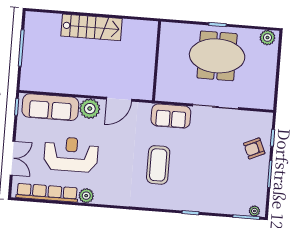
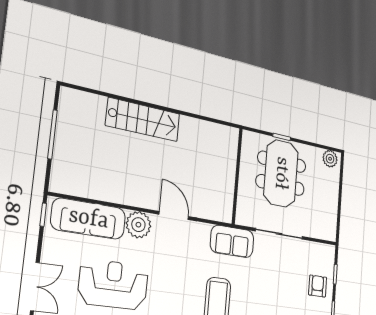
meeting table: (217, 56) -> (281, 173), turned 90
wall: (157, 61) -> (237, 176), moved
door: (119, 99) -> (174, 215), swing flipped
armchair: (254, 148) -> (318, 286), turned 114

